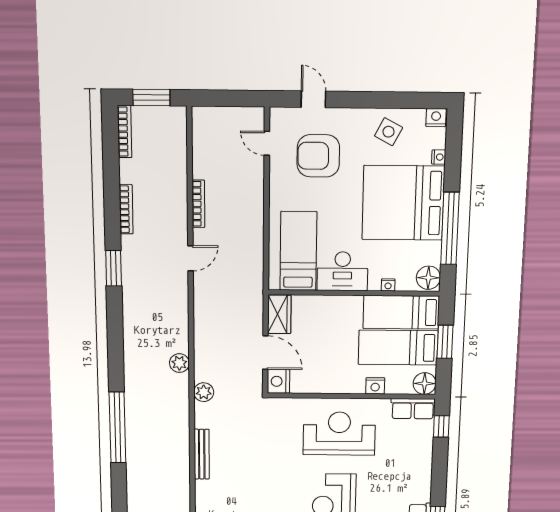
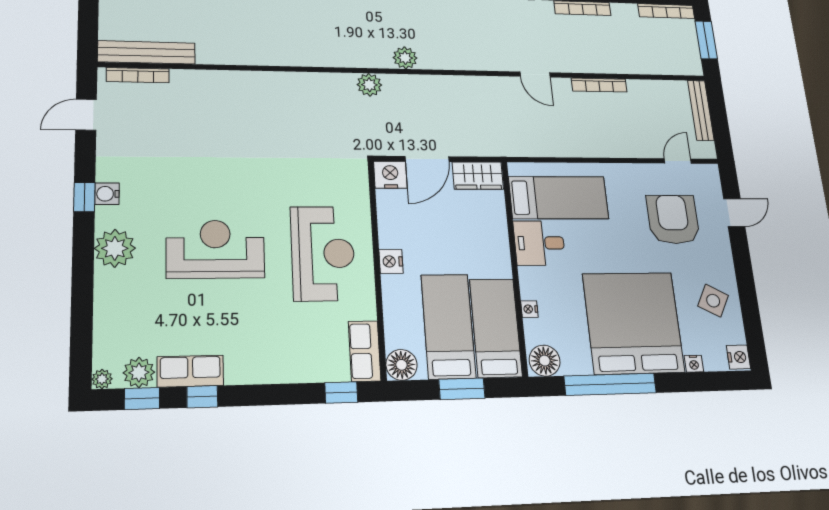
desk: (342, 271) -> (539, 243), width x0.73
nightstand: (375, 386) -> (391, 261), moved
bench: (202, 454) -> (701, 110), moved, turned 90

